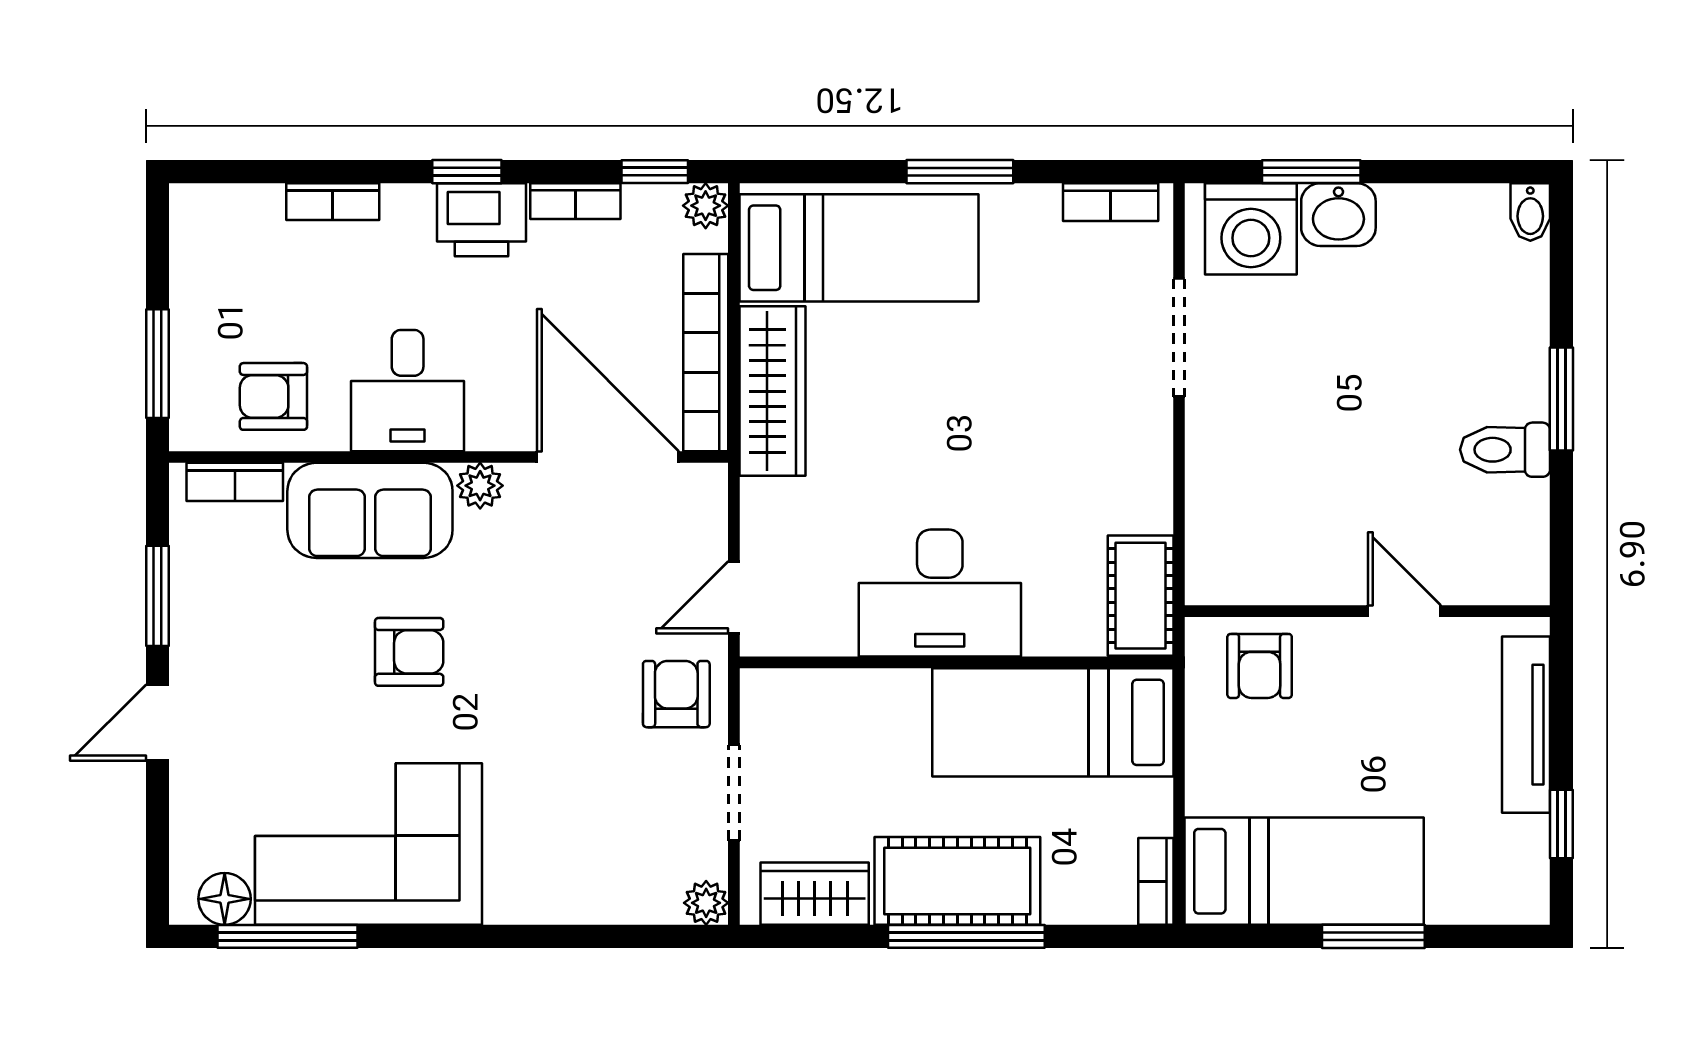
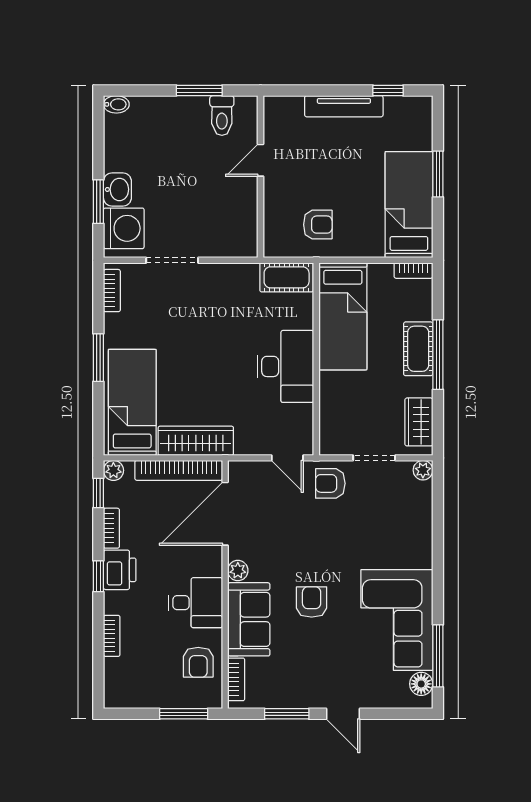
wall: (1367, 611) -> (261, 177), moved
door: (1404, 611) -> (261, 160), moved
cot: (957, 881) -> (418, 349), width x0.73, depth x0.75

